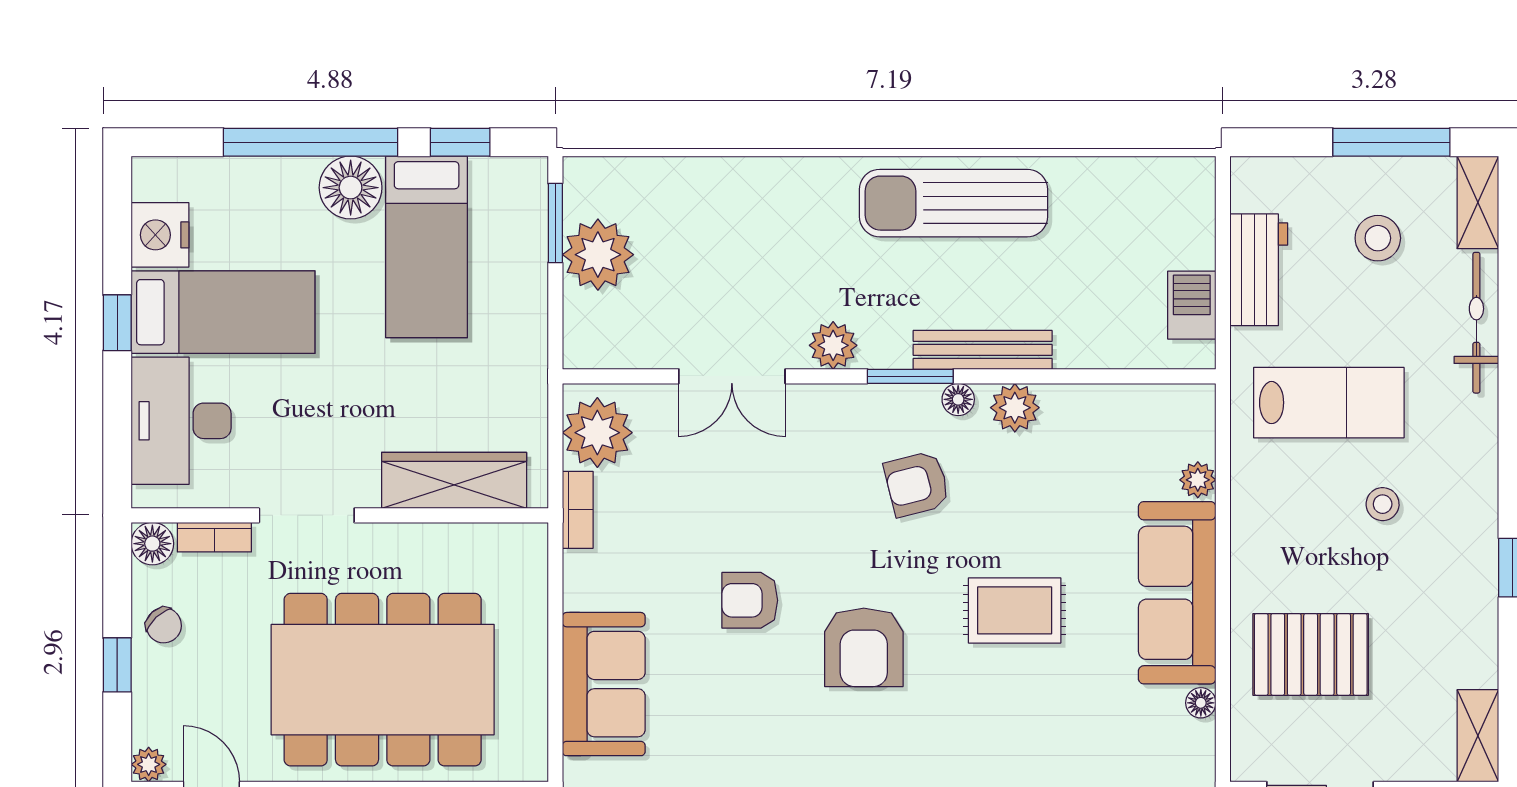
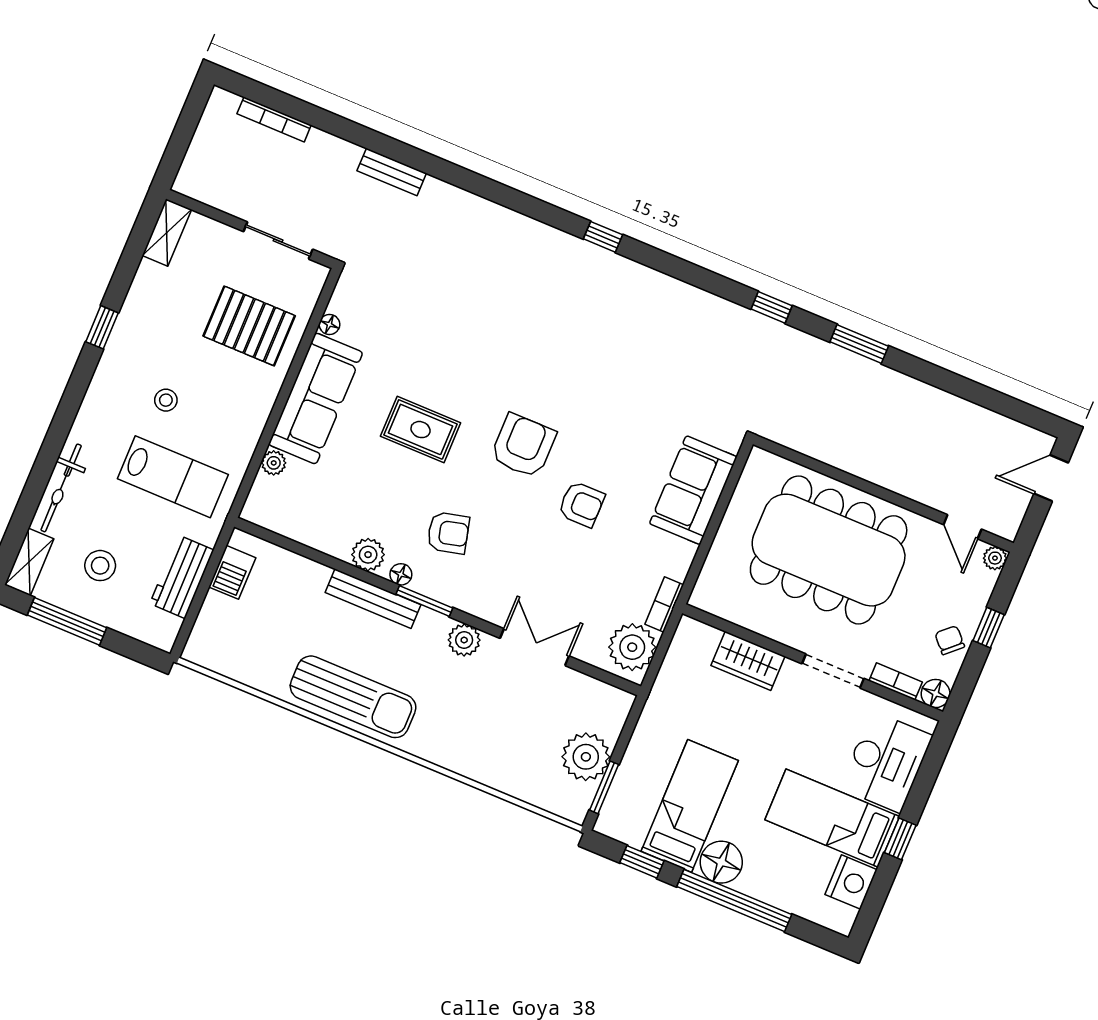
lab bench: (1329, 403) -> (173, 477), turned 180
wardrobe: (454, 480) -> (748, 661), width x0.67

